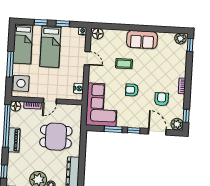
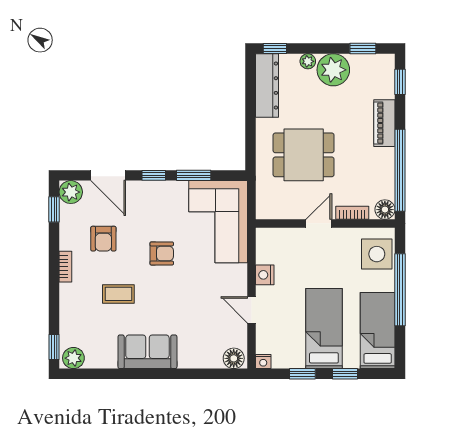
window: (10, 64) -> (400, 290), width x1.46
coffee table: (124, 64) -> (118, 294), moved
nightstand: (79, 88) -> (265, 275), moved
piano: (14, 140) -> (384, 123), moved

